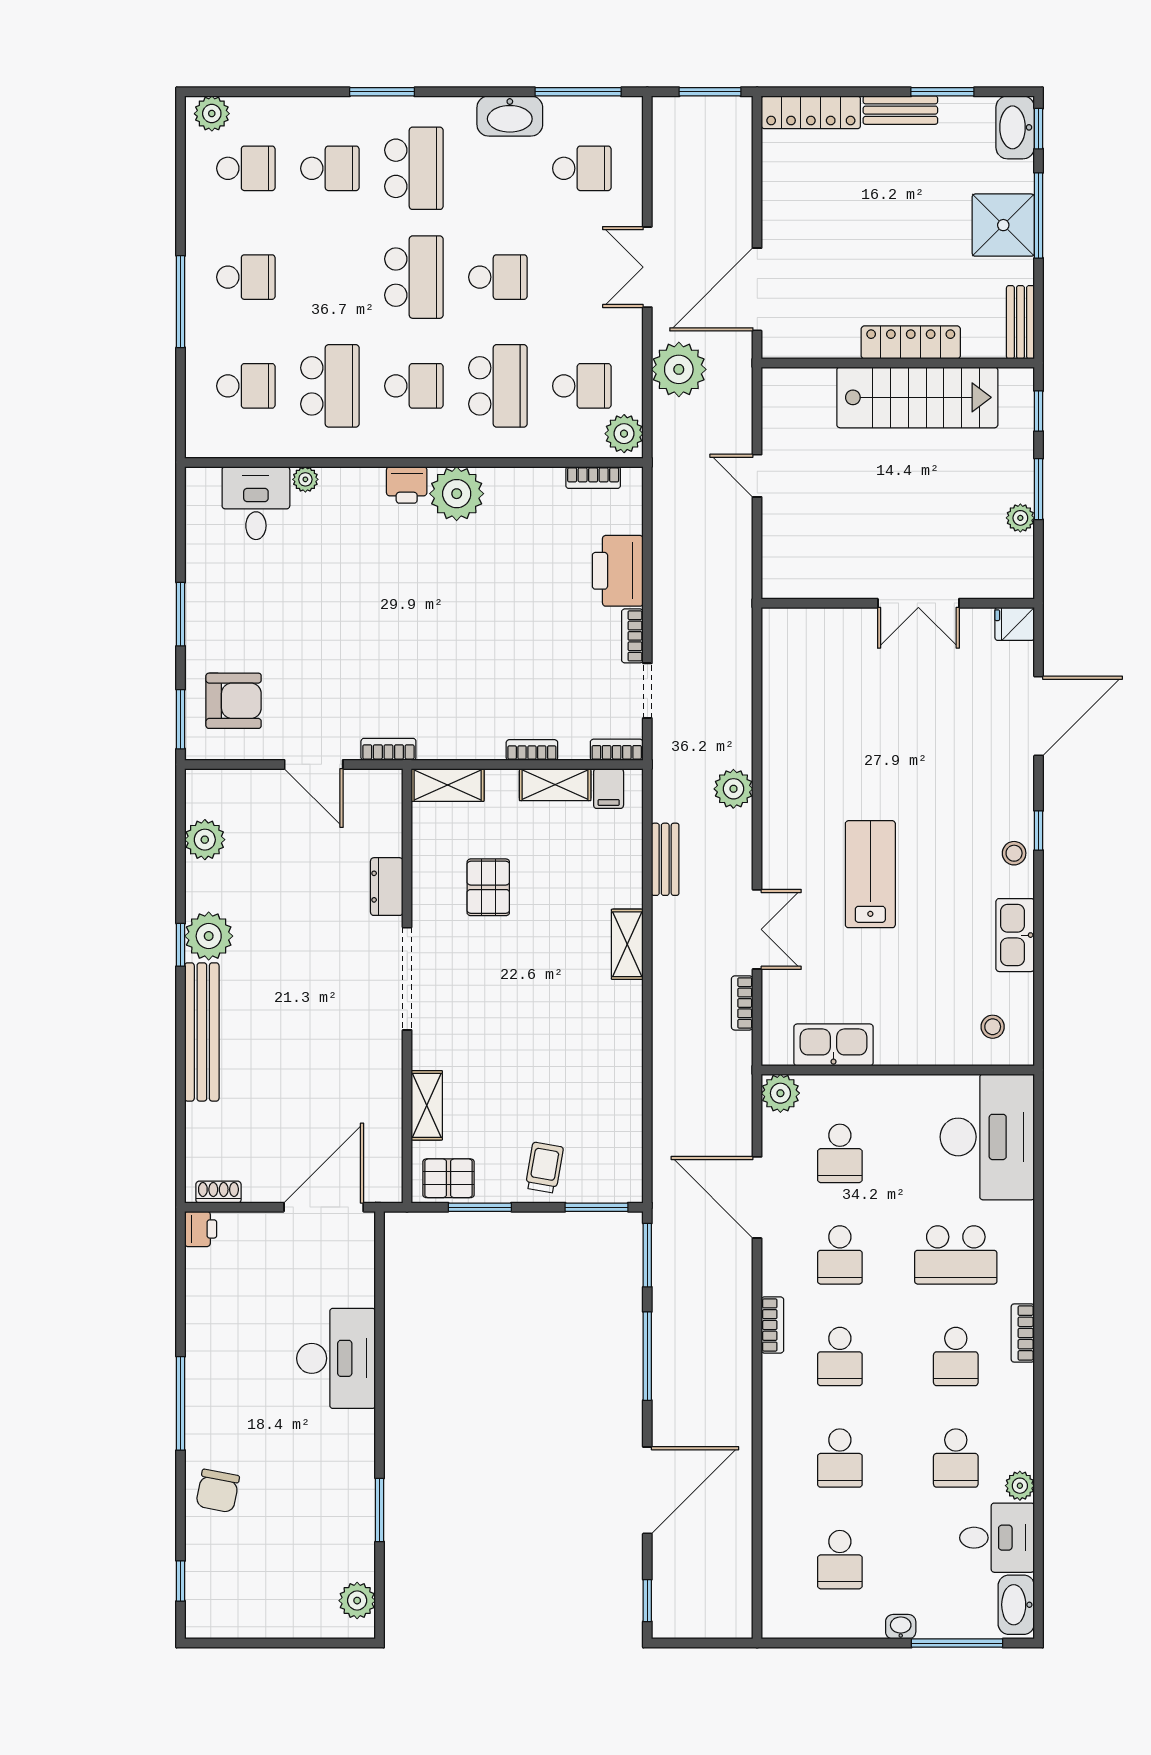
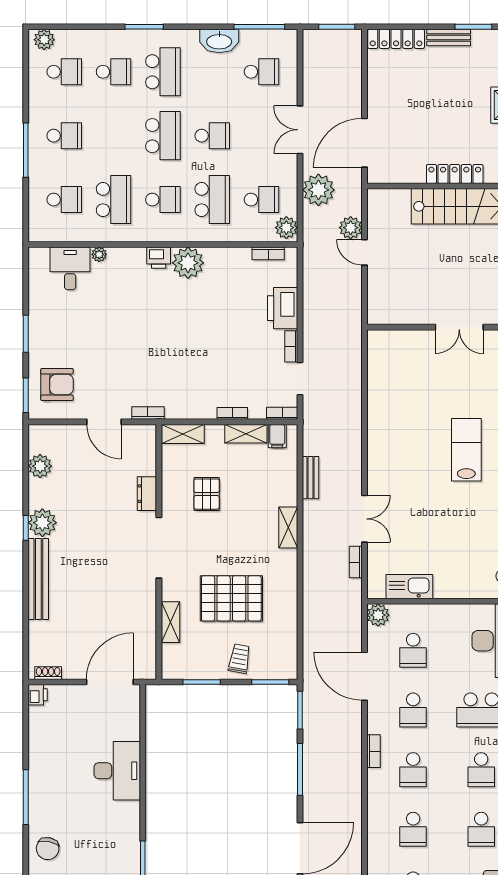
plant: (733, 789) -> (351, 228), moved
lab bench: (870, 874) -> (466, 450), moved
pallet: (448, 1178) -> (231, 598), moved, width x2.05, depth x2.00

